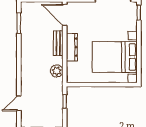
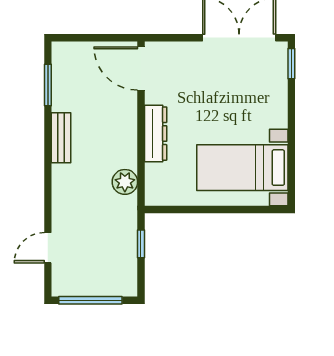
bench: (58, 43) -> (61, 138), moved
bed with nightstands: (115, 57) -> (242, 168), width x0.73

